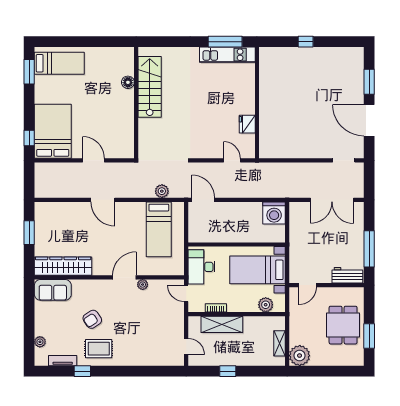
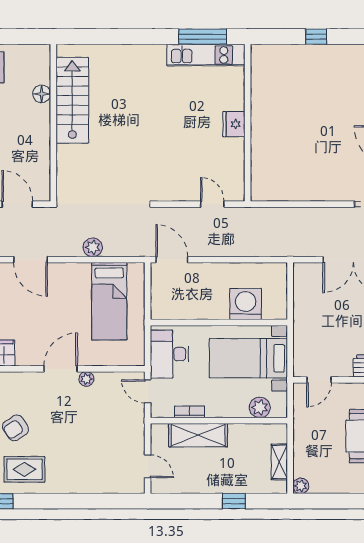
floor lamp: (128, 82) -> (42, 94), moved
stairs: (150, 87) -> (72, 100), moved
wall: (136, 103) -> (53, 123), moved
fridge: (247, 124) -> (234, 124), moved
plant: (162, 191) -> (93, 247), moved
washing machine: (274, 213) -> (246, 304), moved, turned 180
plant: (300, 356) -> (301, 486), width x0.53, depth x0.53
window: (228, 371) -> (234, 501), moved

